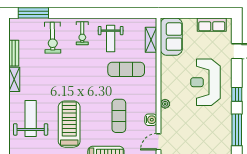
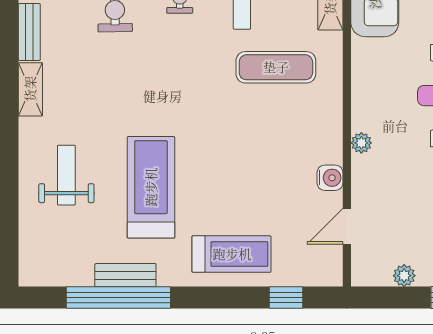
exercise mat: (119, 116) -> (260, 169), removed
weight bench: (31, 119) -> (66, 175), width x0.73, depth x0.75

